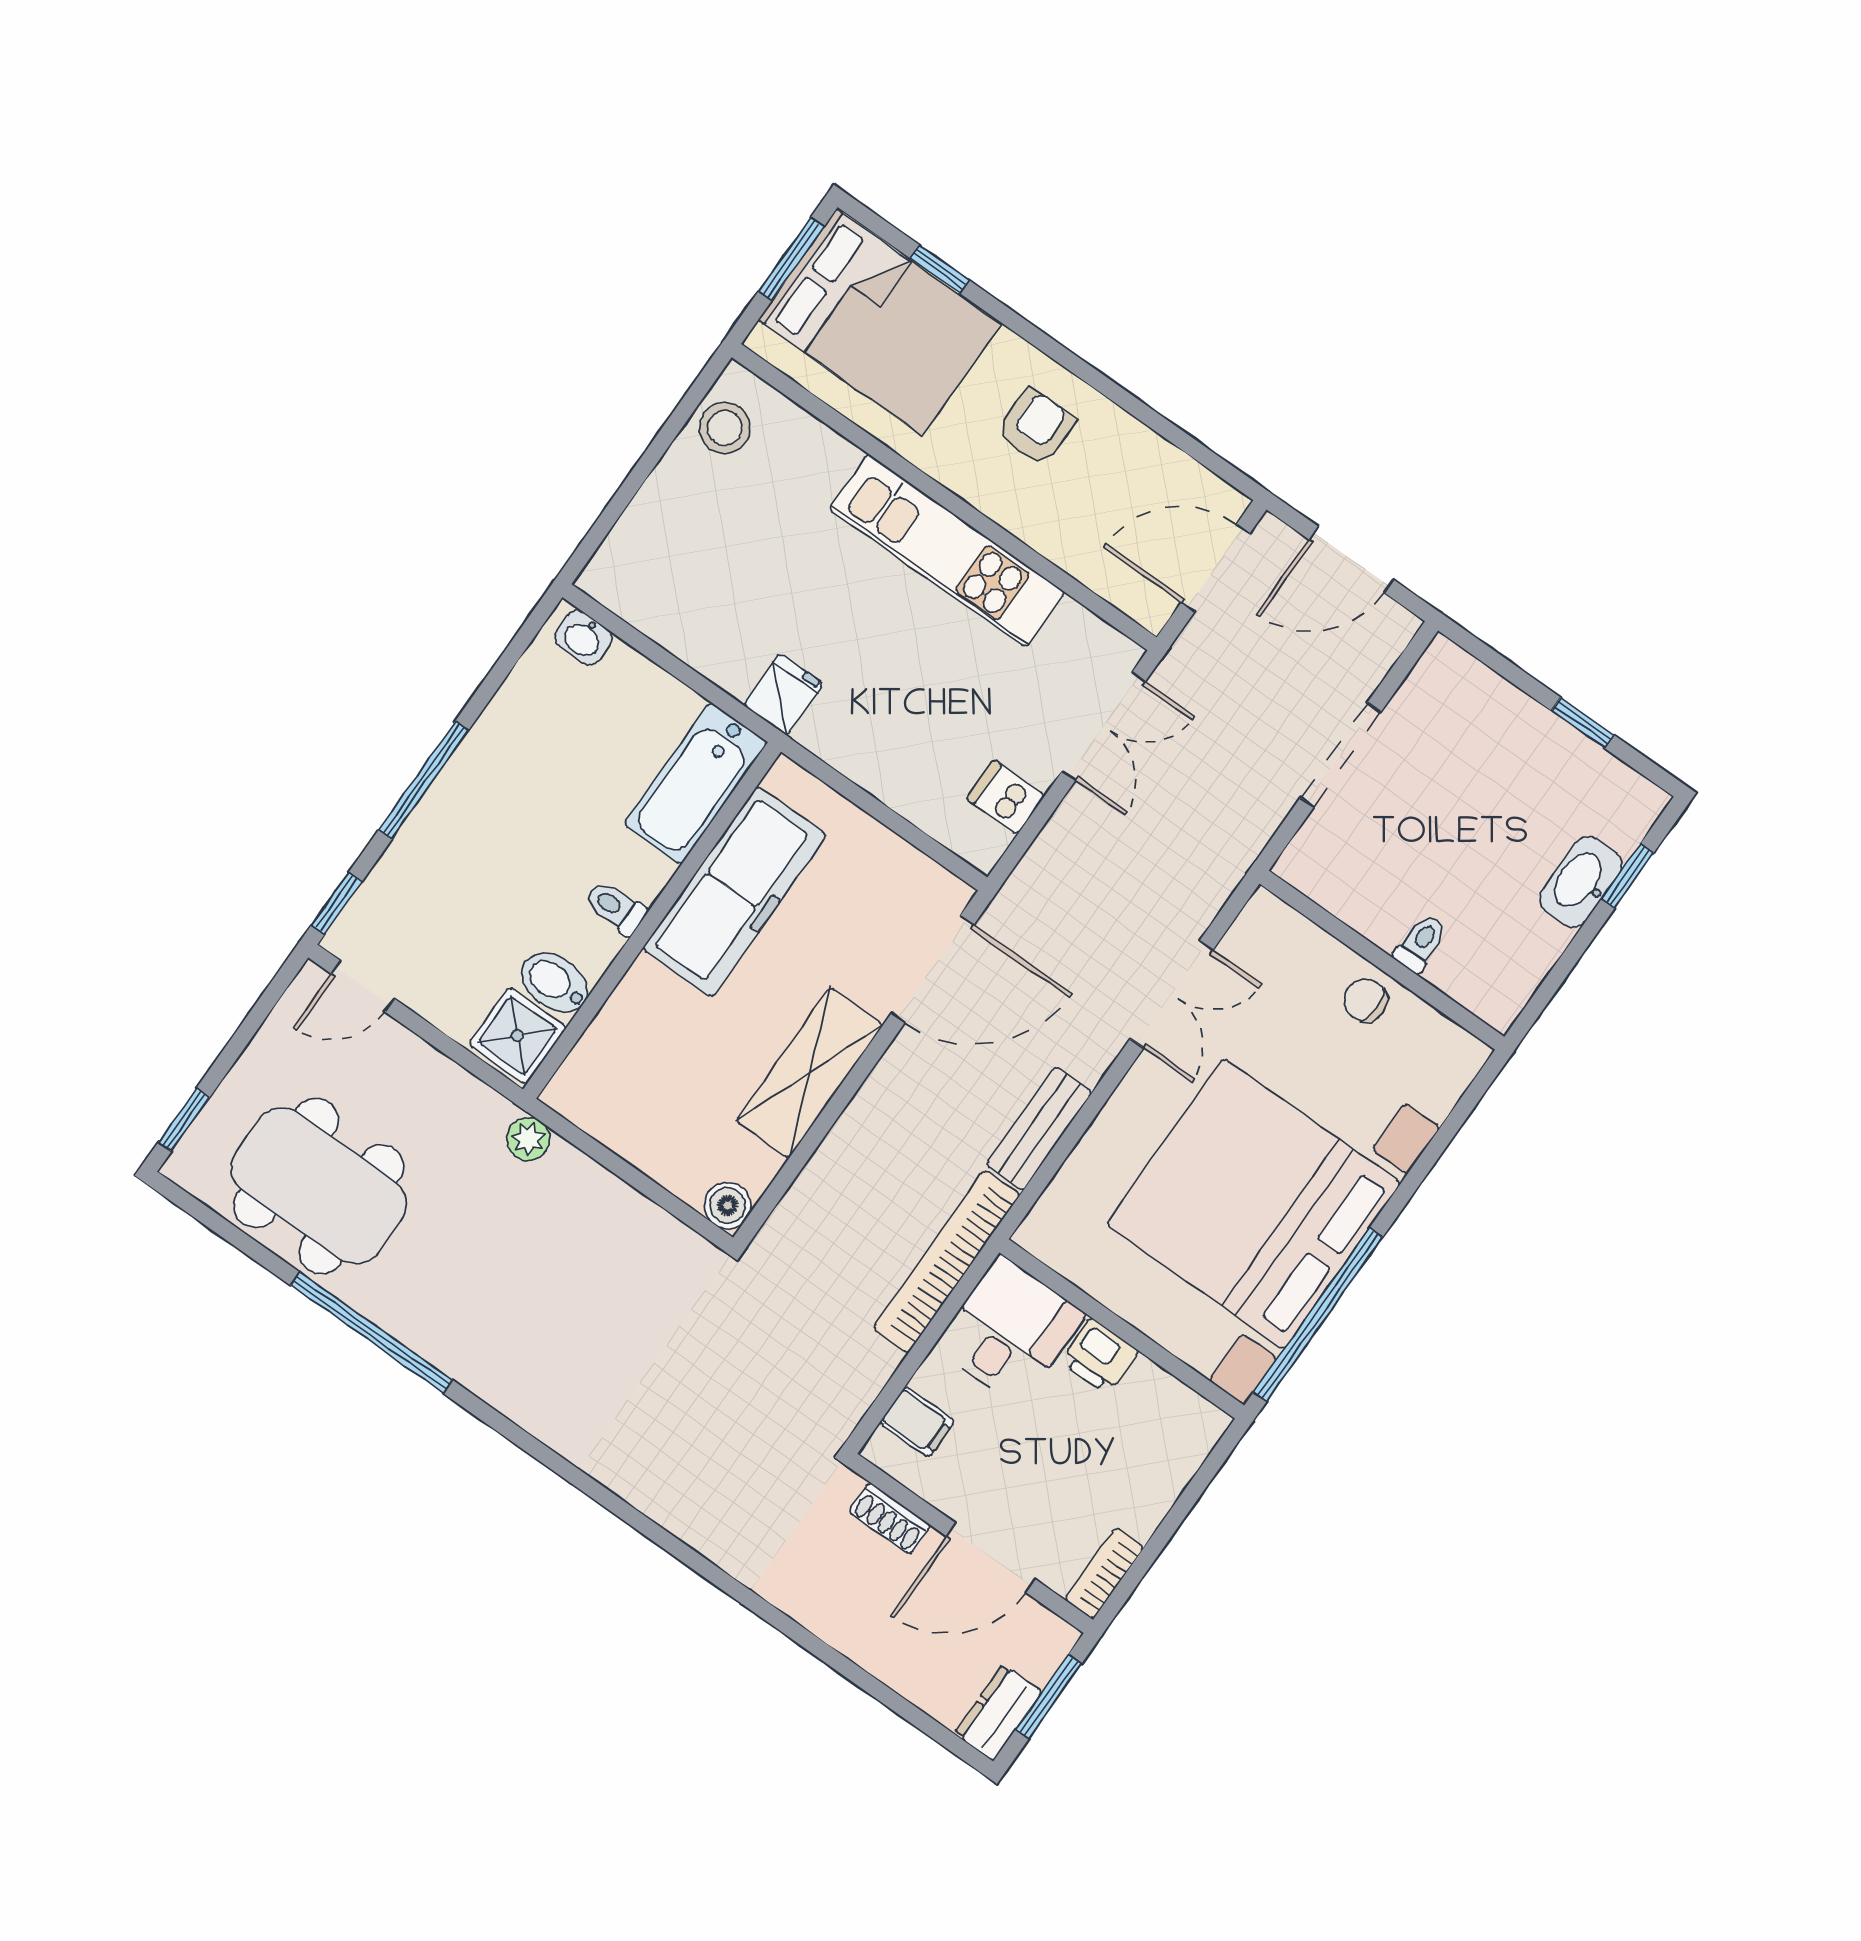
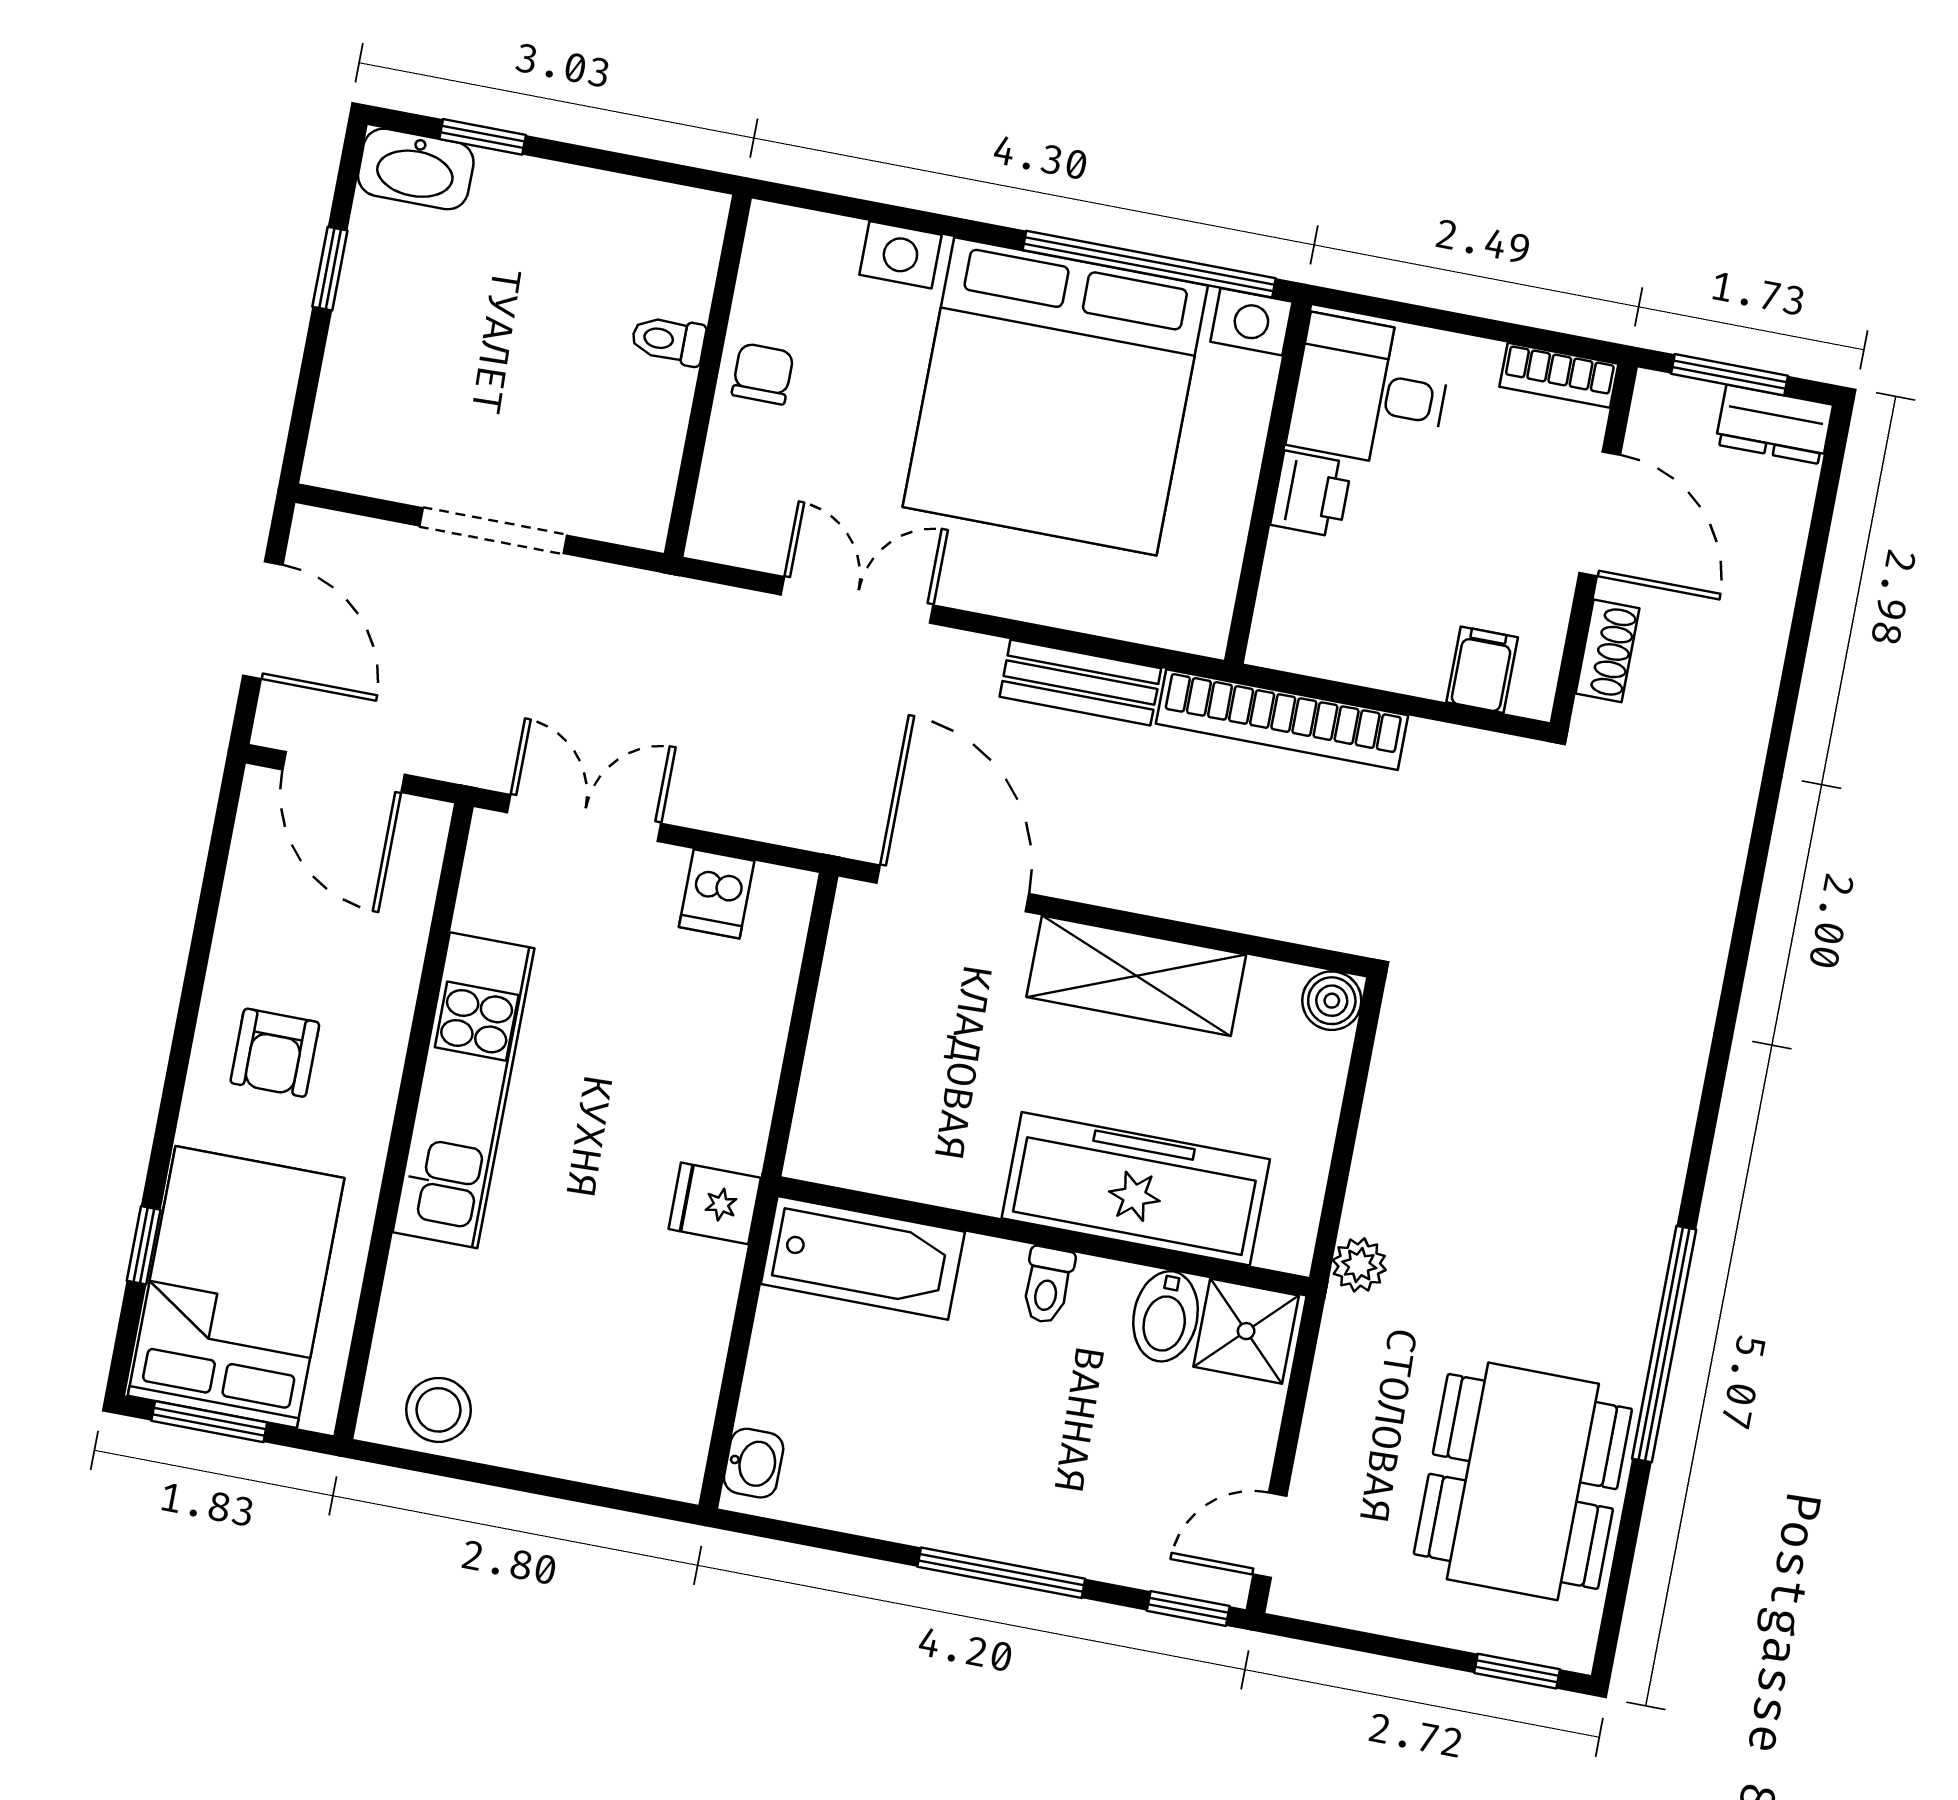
armchair: (1036, 427) -> (275, 1053), turned -90
washbasin: (1581, 882) -> (416, 169), moved
freezer: (734, 892) -> (1136, 1189), moved
door: (363, 986) -> (1270, 1535), swing flipped
chair: (1365, 1000) -> (763, 374), turned 180
desk: (1010, 1331) -> (1370, 392), moved

